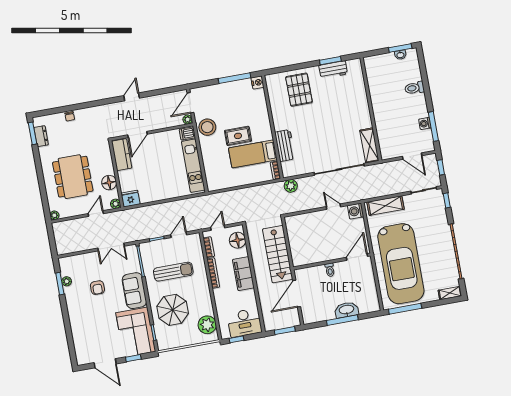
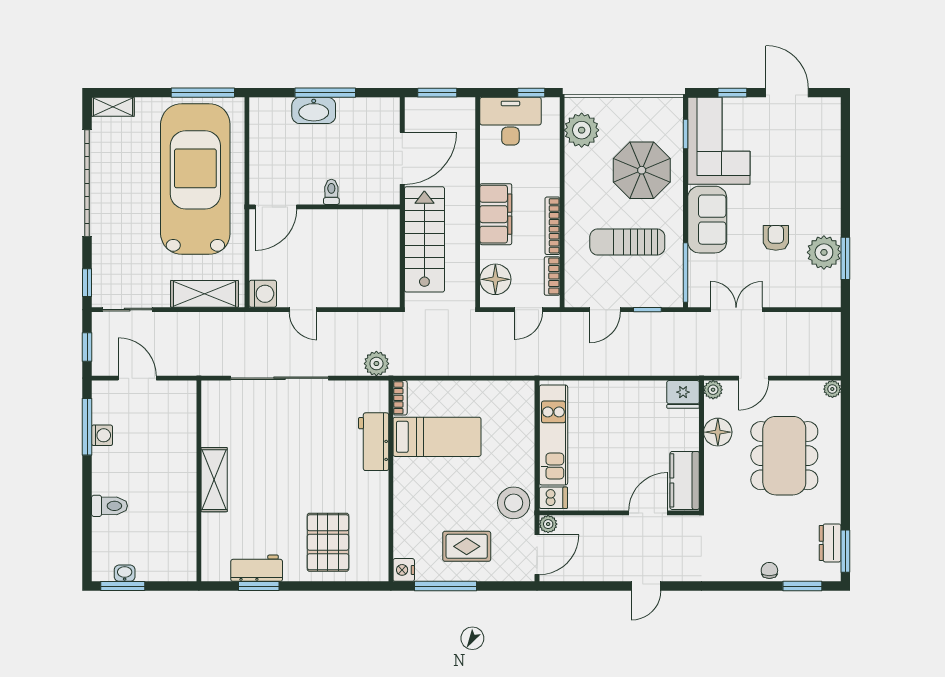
window: (51, 111) -> (802, 586), added
rug: (238, 136) -> (467, 546), moved
shelving: (369, 145) -> (214, 480), moved
plant: (67, 281) -> (824, 252), width x1.87, depth x1.87

